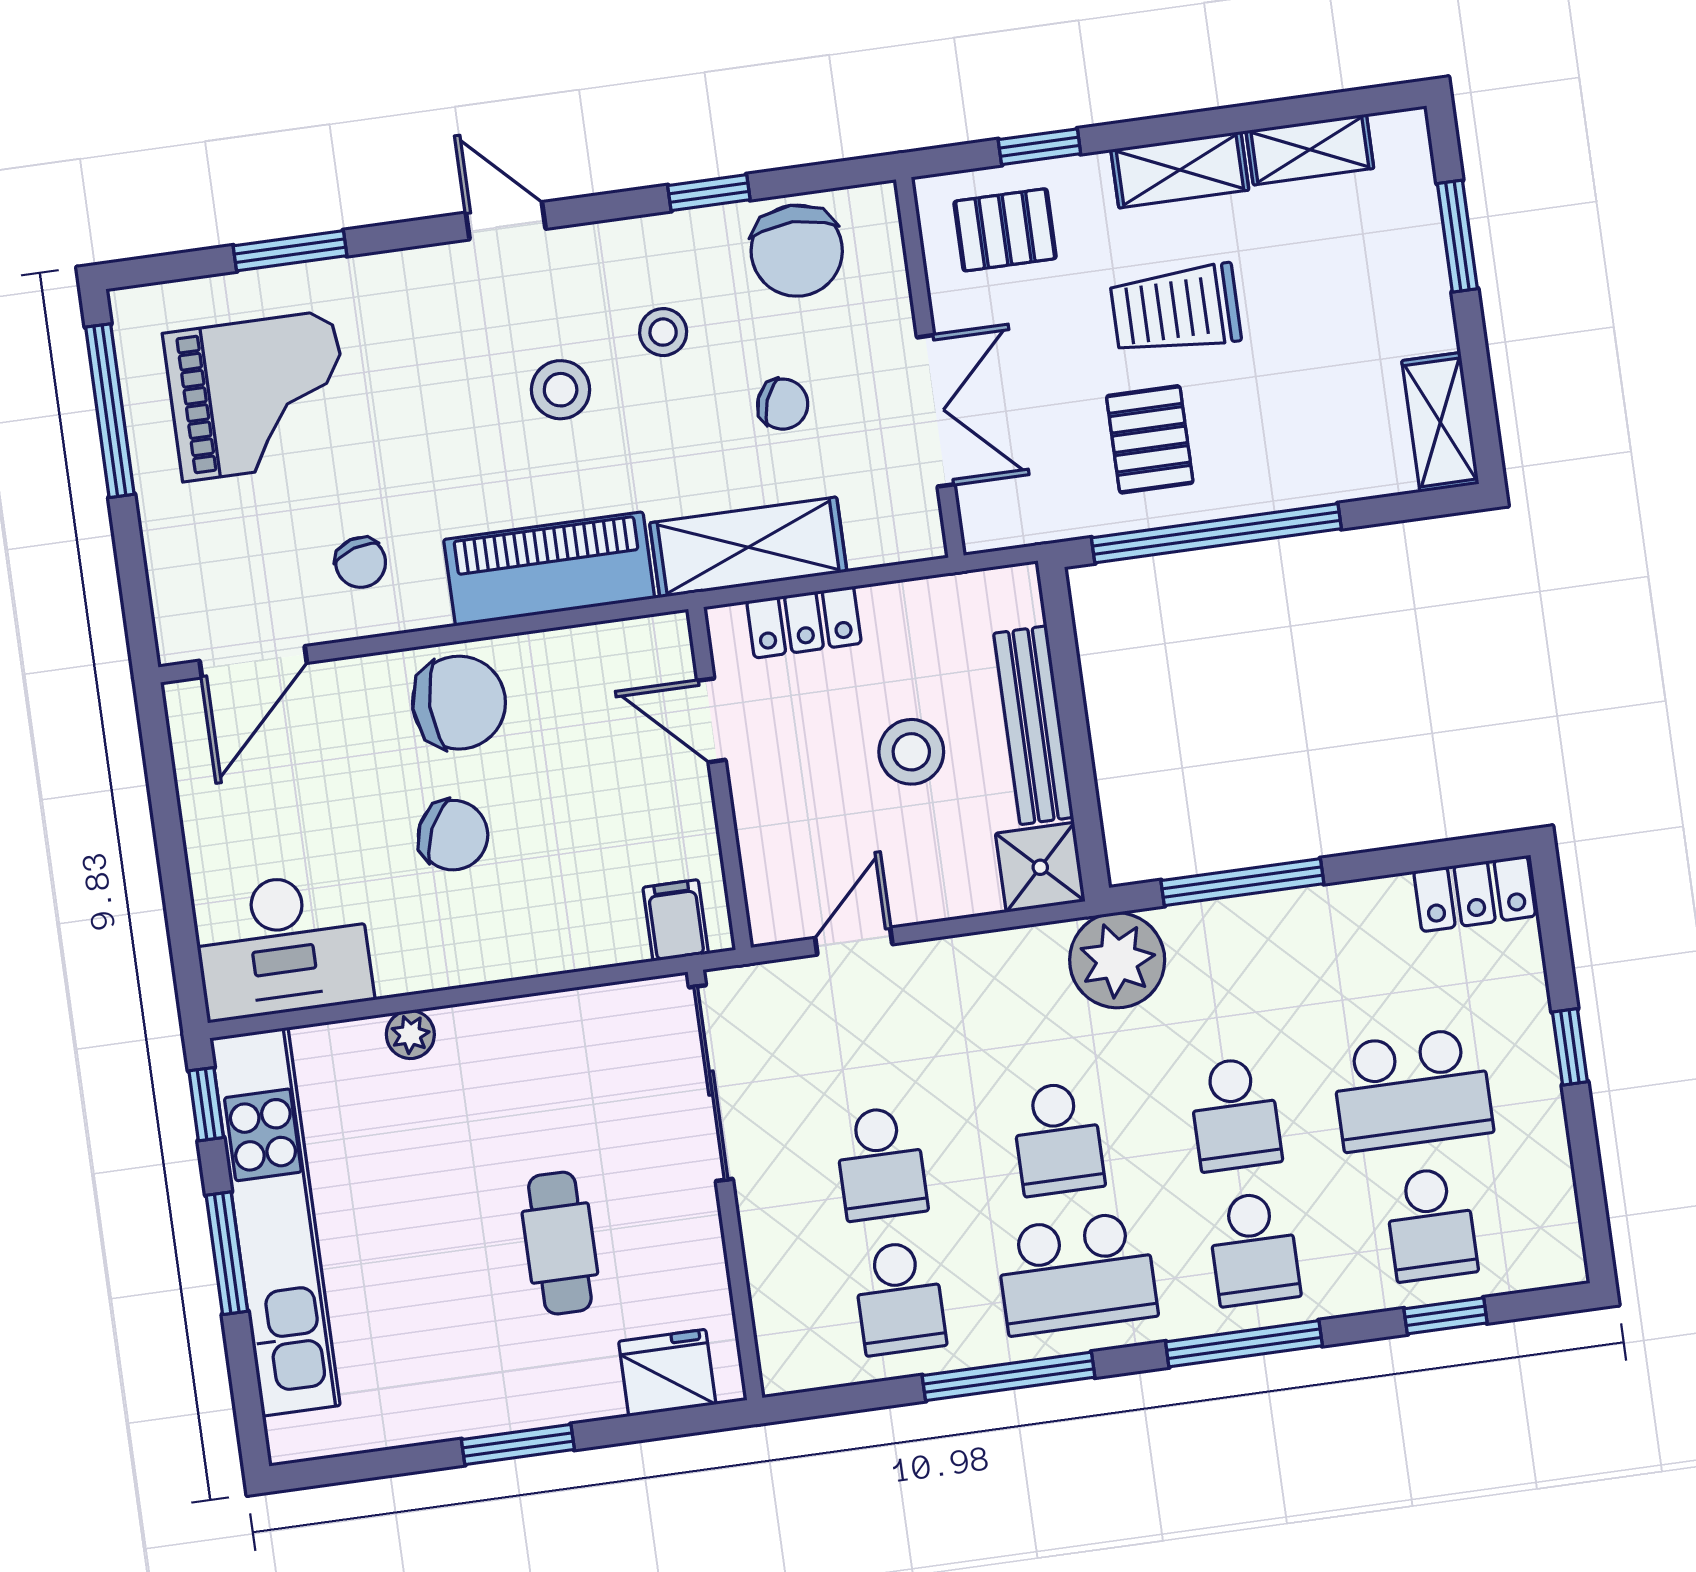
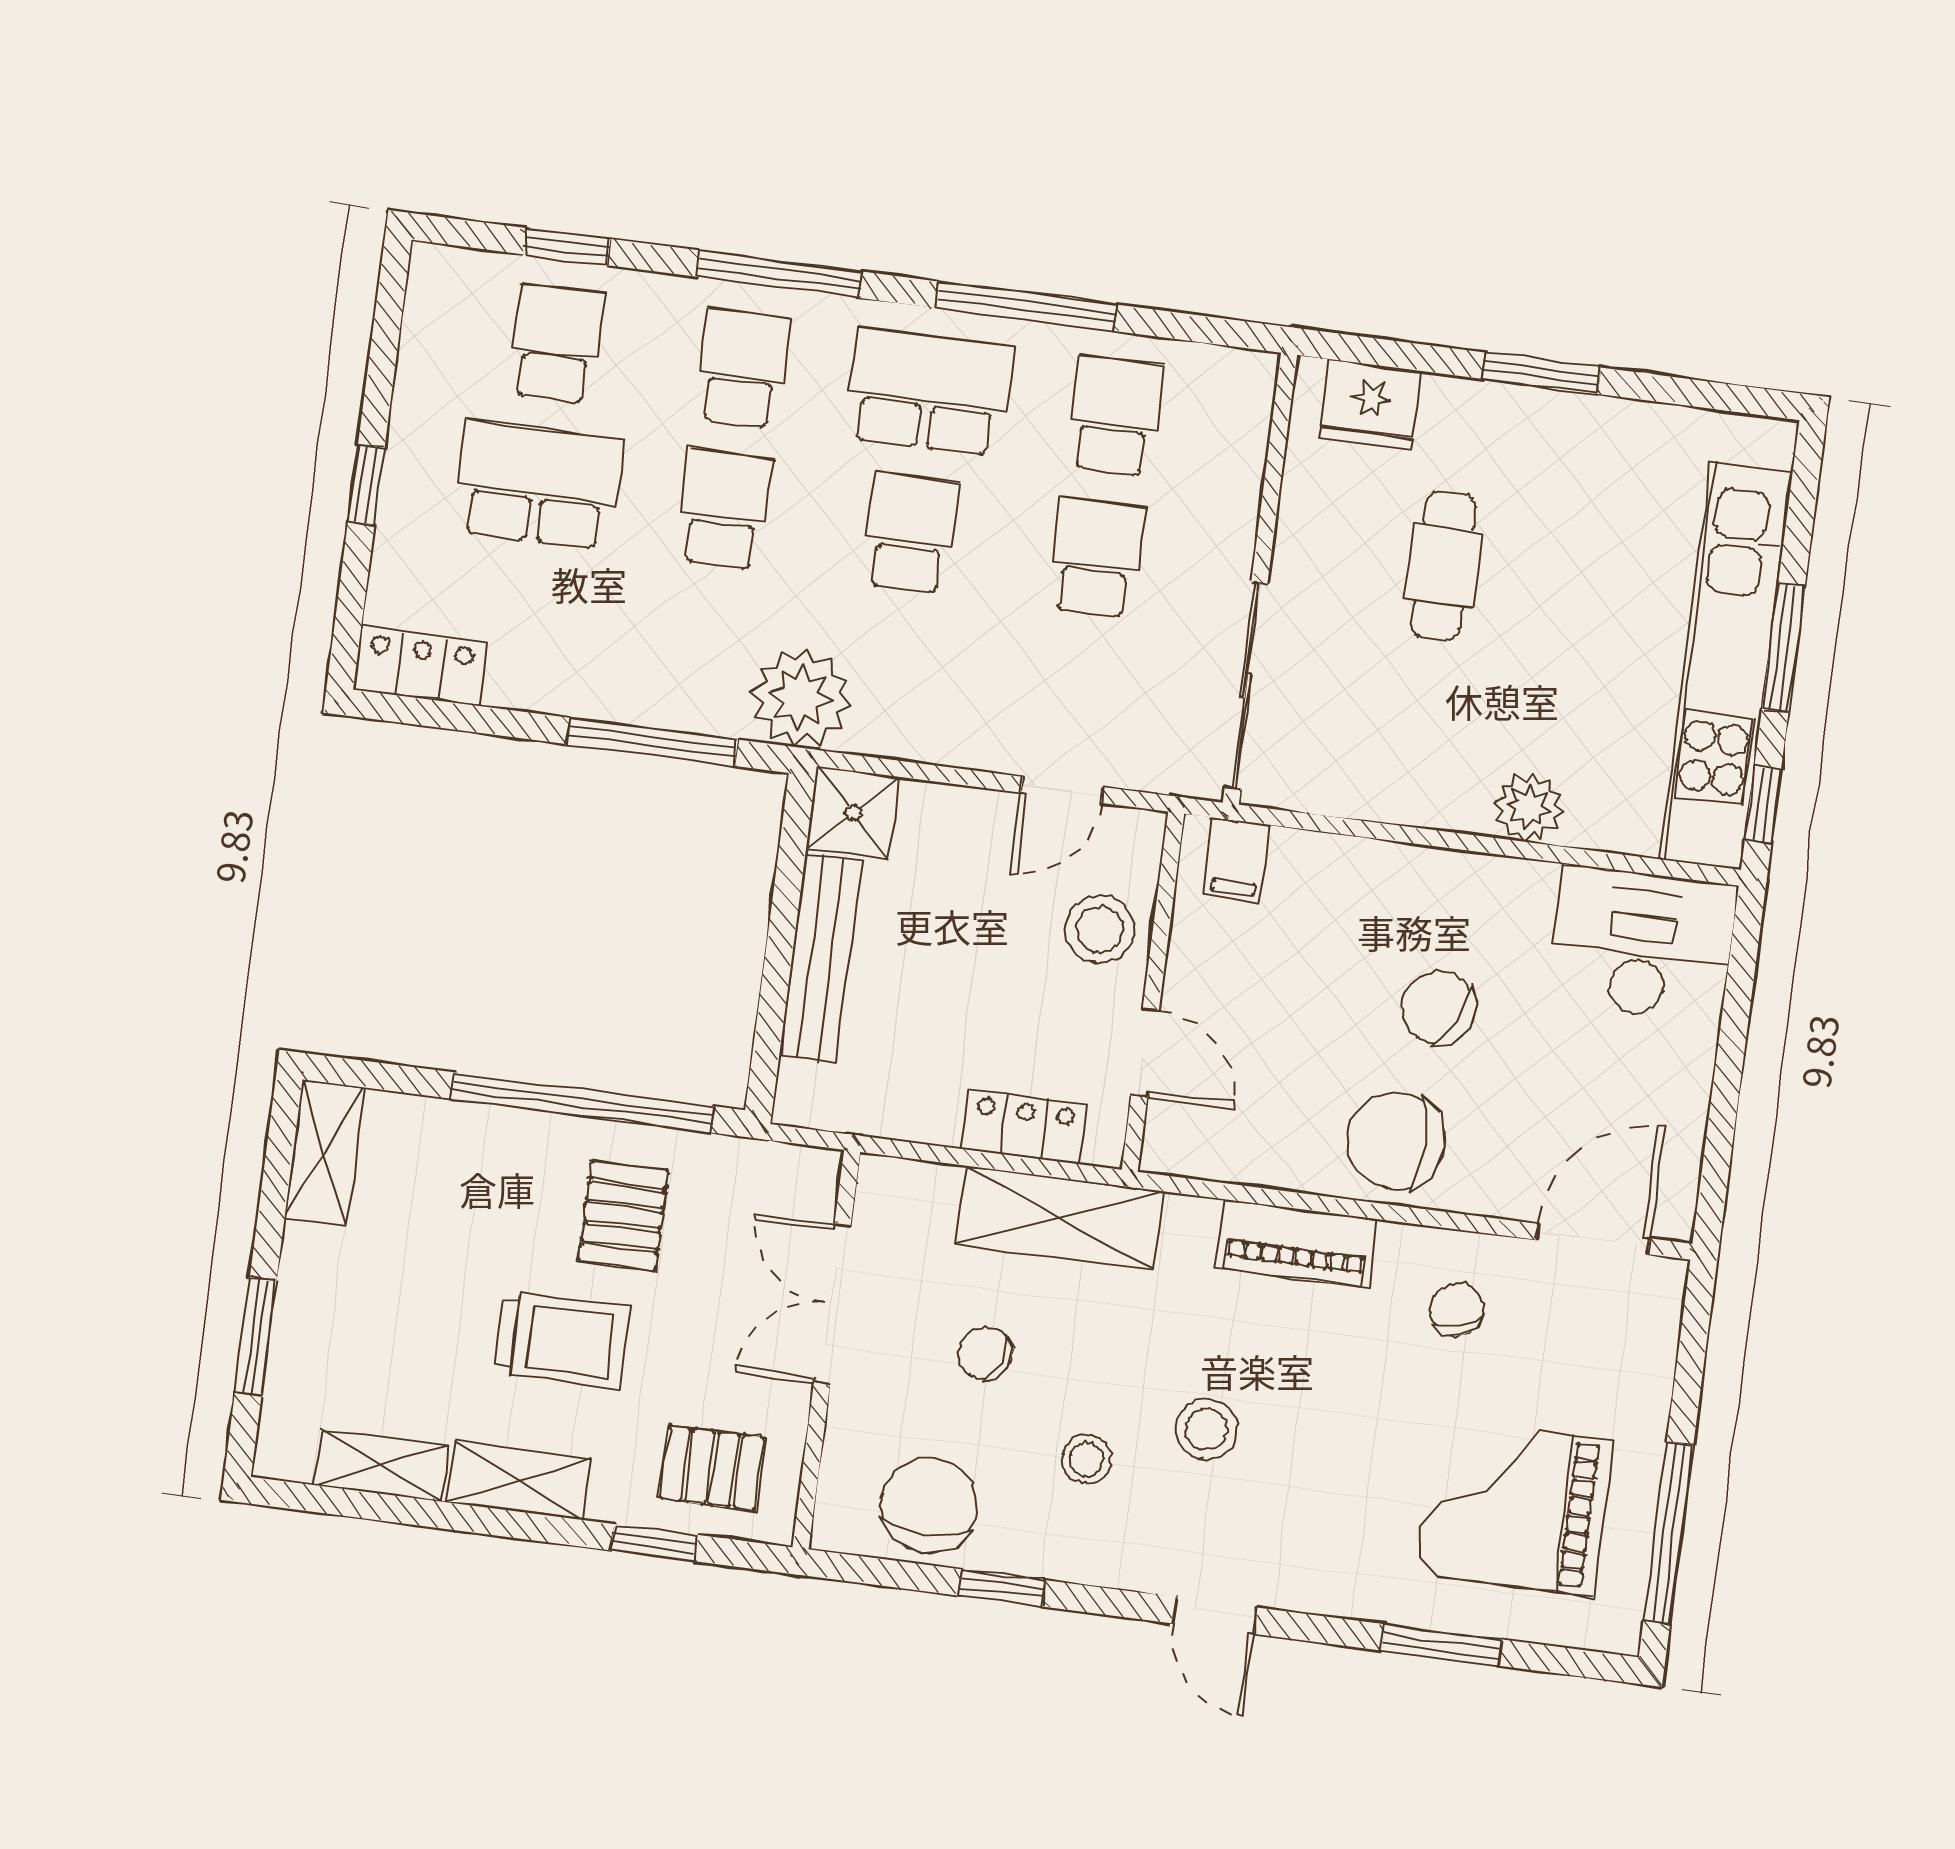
piano: (549, 569) -> (1297, 1243), width x0.73, depth x0.75
stool: (911, 752) -> (1100, 929), moved
plant: (410, 1035) -> (1529, 808), width x1.38, depth x1.38

